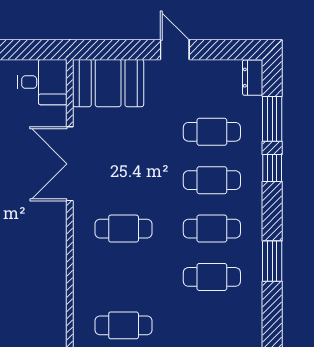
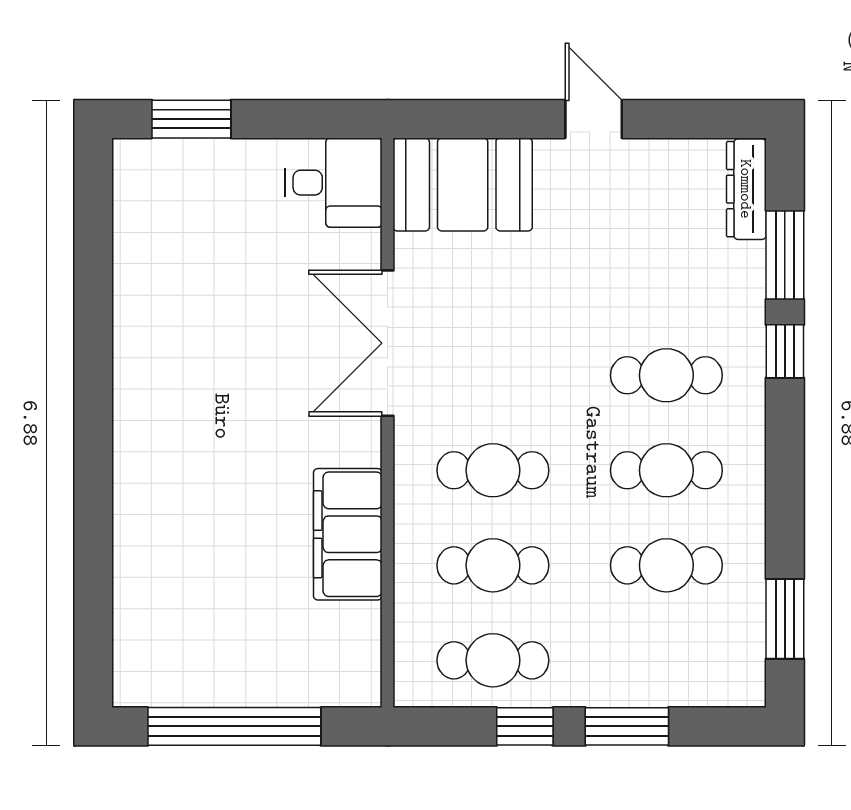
dresser: (253, 78) -> (746, 189), width x1.44
cafe table: (212, 132) -> (493, 565), moved
filing cabinet: (50, 261) -> (348, 534), added
window: (272, 261) -> (785, 619), moved

